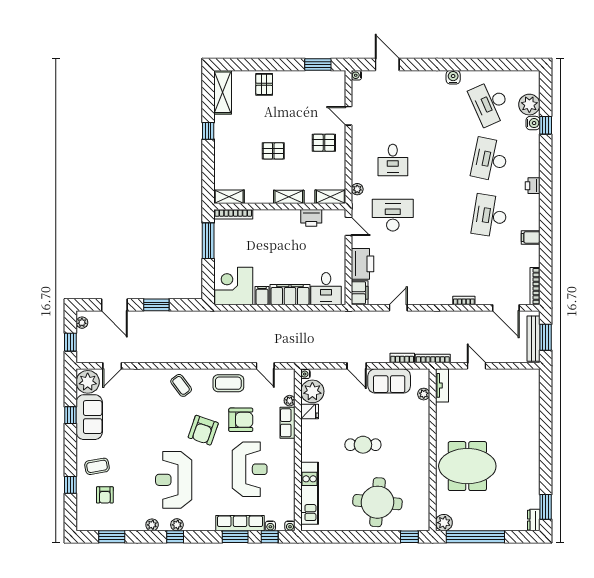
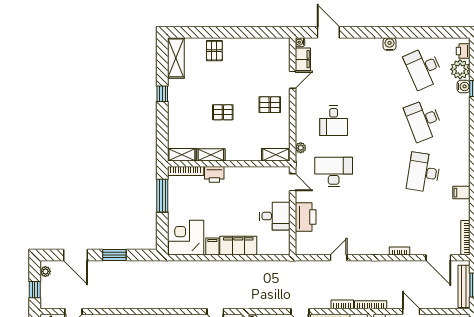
window: (318, 64) -> (264, 32), removed
door: (349, 116) -> (293, 80), swing flipped
desk: (490, 159) -> (424, 120), turned -33
printer: (533, 186) -> (463, 51), moved
shelving: (289, 197) -> (211, 155), moved
printer: (311, 218) -> (214, 174), moved
desk: (326, 289) -> (275, 216), moved, turned -90
filing cabinet: (360, 293) -> (303, 59), moved

